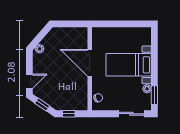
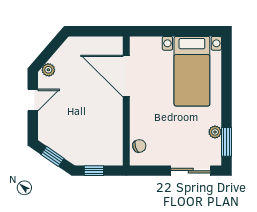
door: (90, 63) -> (126, 76), moved
bed with nightstands: (129, 65) -> (192, 71), moved, turned -90
door: (29, 81) -> (33, 100), moved

